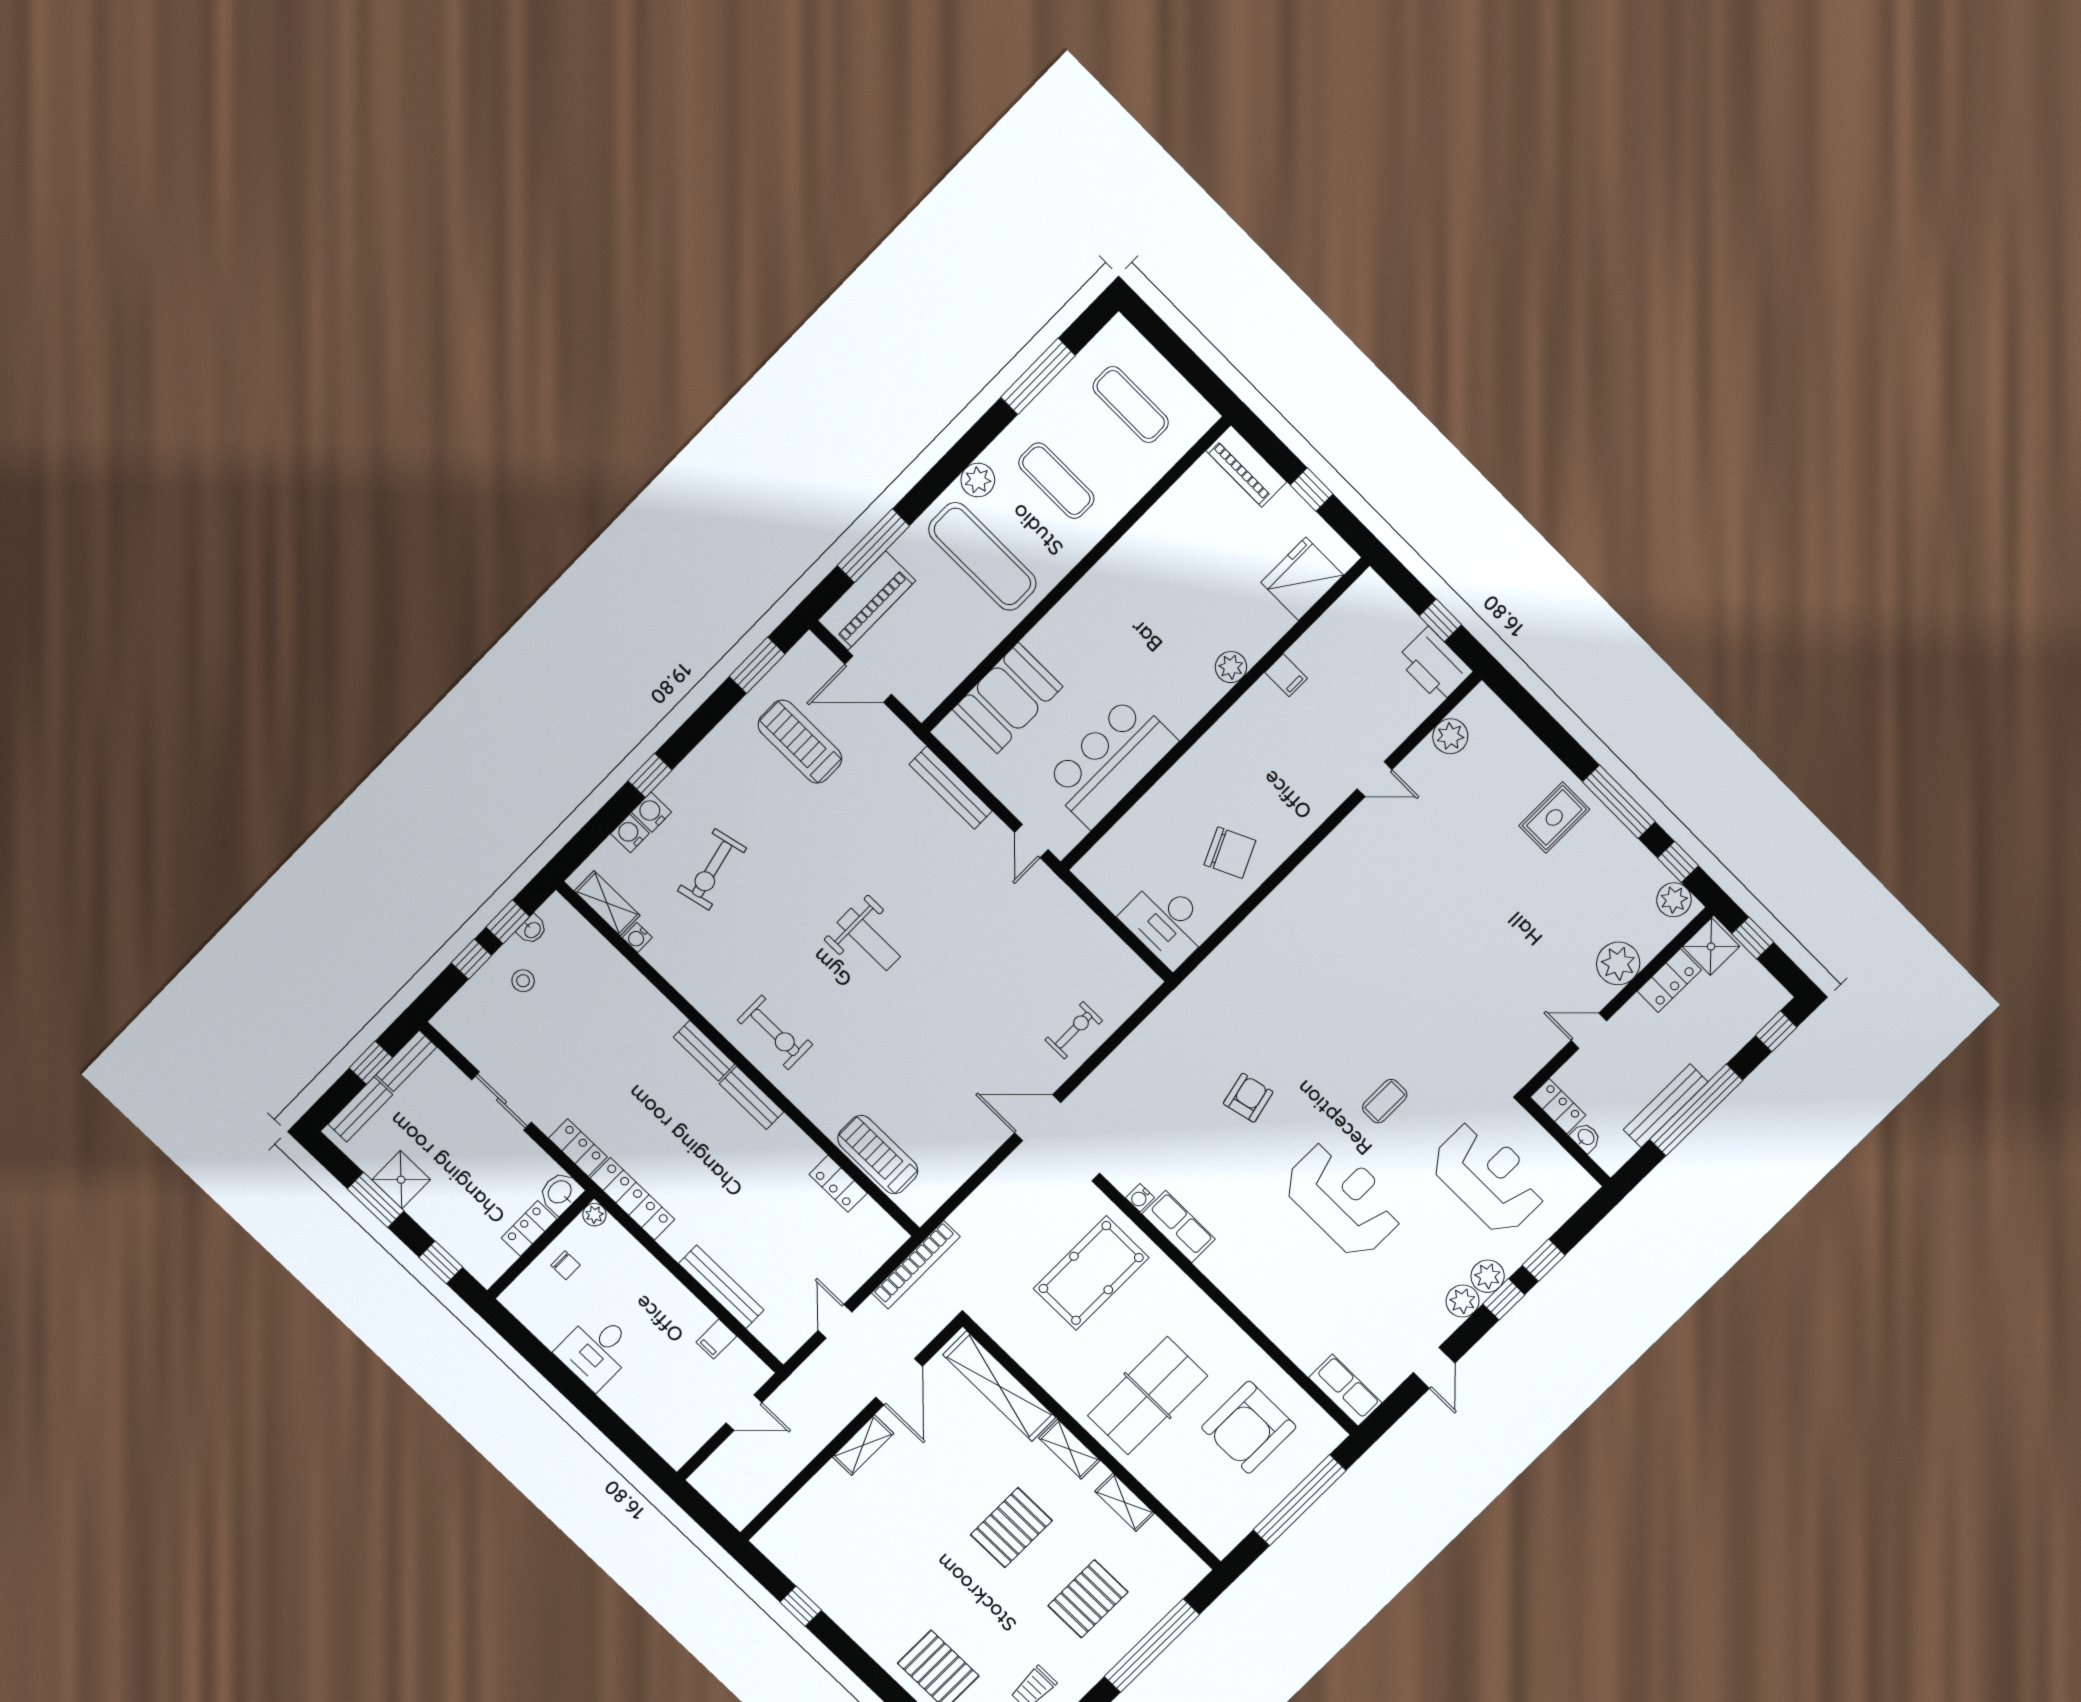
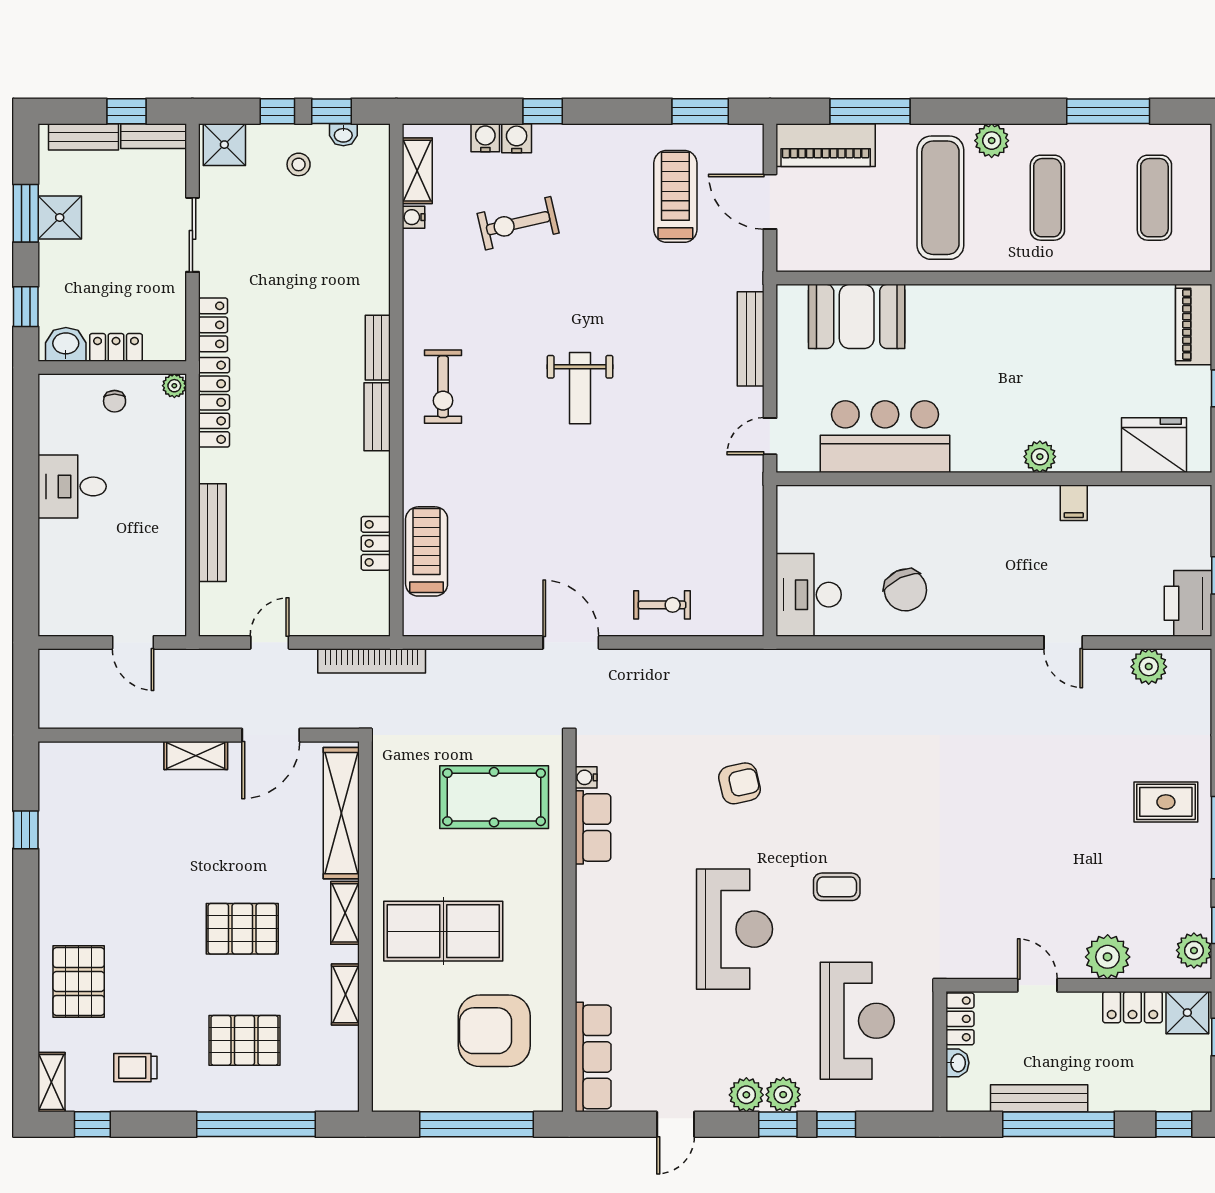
shower: (459, 1018) -> (224, 145), added
washbasin: (560, 1192) -> (66, 344), moved
filing cabinet: (716, 1339) -> (169, 567), removed
row of seats: (1345, 1390) -> (593, 1057), width x1.48

